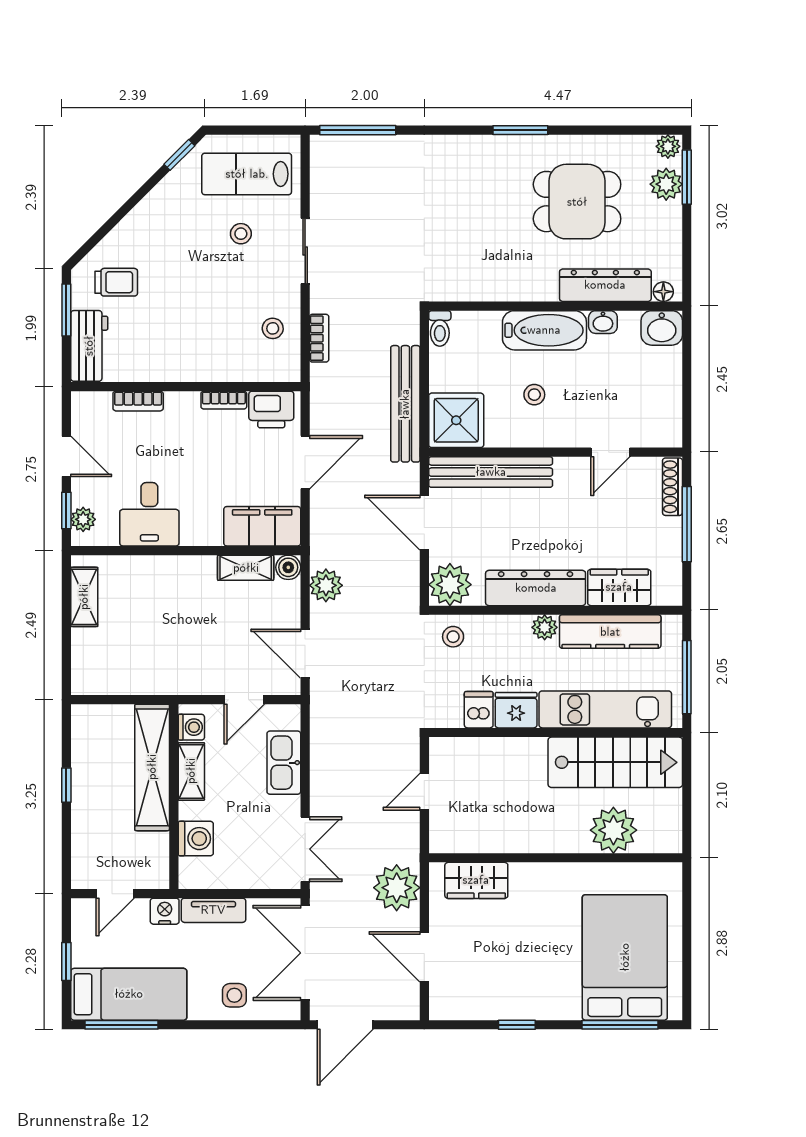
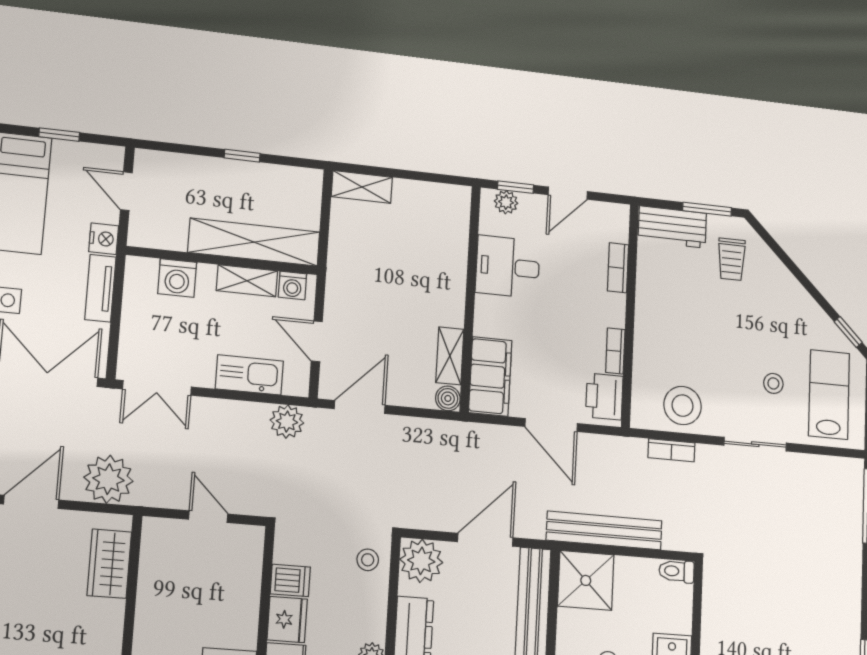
stool: (273, 328) -> (683, 406), width x1.89, depth x1.89
plant: (326, 585) -> (287, 422), moved
shelving: (84, 597) -> (362, 187), moved

